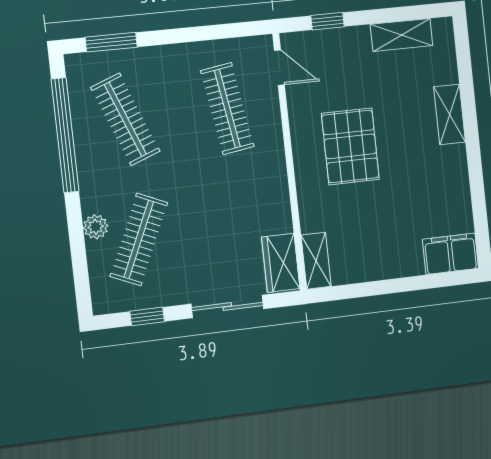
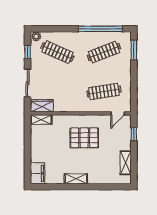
shelving: (450, 114) -> (76, 179), moved
plant: (96, 227) -> (36, 36), moved

